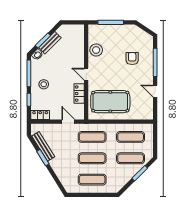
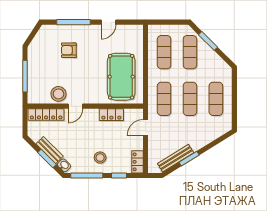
locker: (79, 40) -> (46, 114), added
door: (86, 74) -> (75, 106), moved

